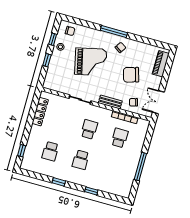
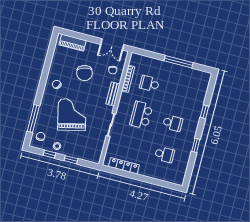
window: (114, 32) -> (33, 119), moved
school desk: (89, 129) -> (141, 115), width x1.85
window: (22, 151) -> (164, 184), removed

